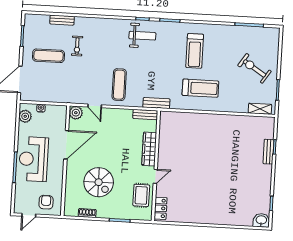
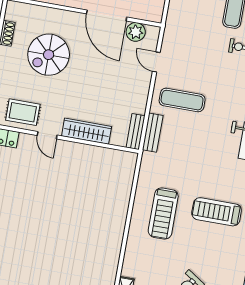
bench: (156, 103) -> (153, 133), moved
door: (95, 106) -> (156, 62), hinge flipped
plant: (76, 113) -> (136, 32), moved

